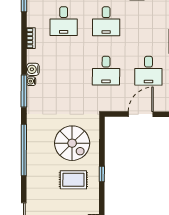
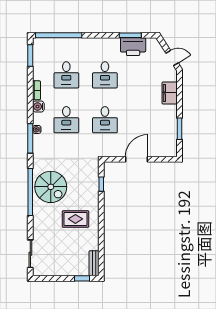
water cooler: (33, 69) -> (38, 106), moved
desk: (148, 71) -> (66, 120), moved
spiral stairs: (72, 143) -> (51, 187), moved
window: (102, 174) -> (101, 184), moved

